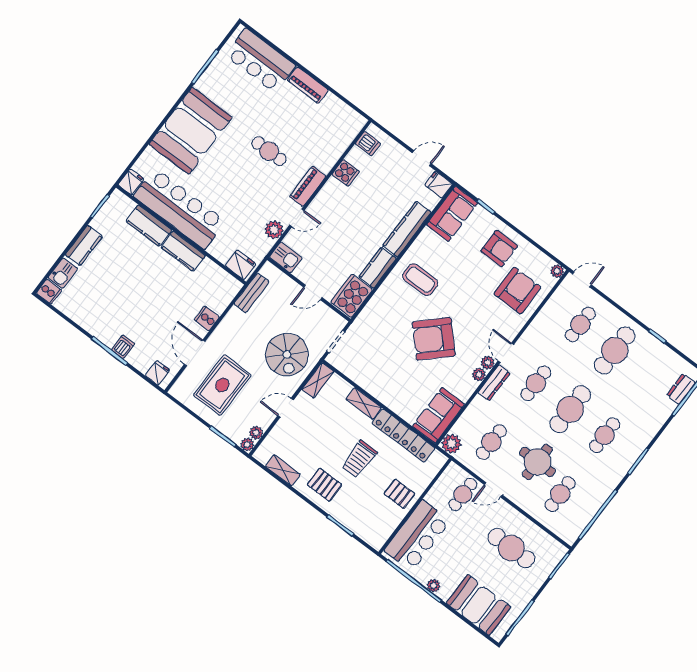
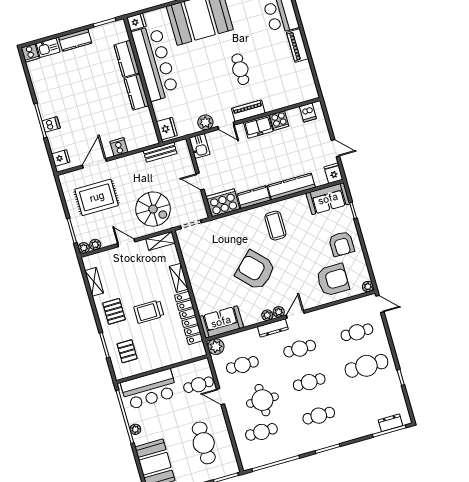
freezer: (330, 195) -> (258, 127), added
spiral stairs: (287, 355) -> (153, 209), turned -90
cafe table: (570, 409) -> (309, 382), width x0.73, depth x0.74
pallet: (399, 494) -> (127, 351), moved

